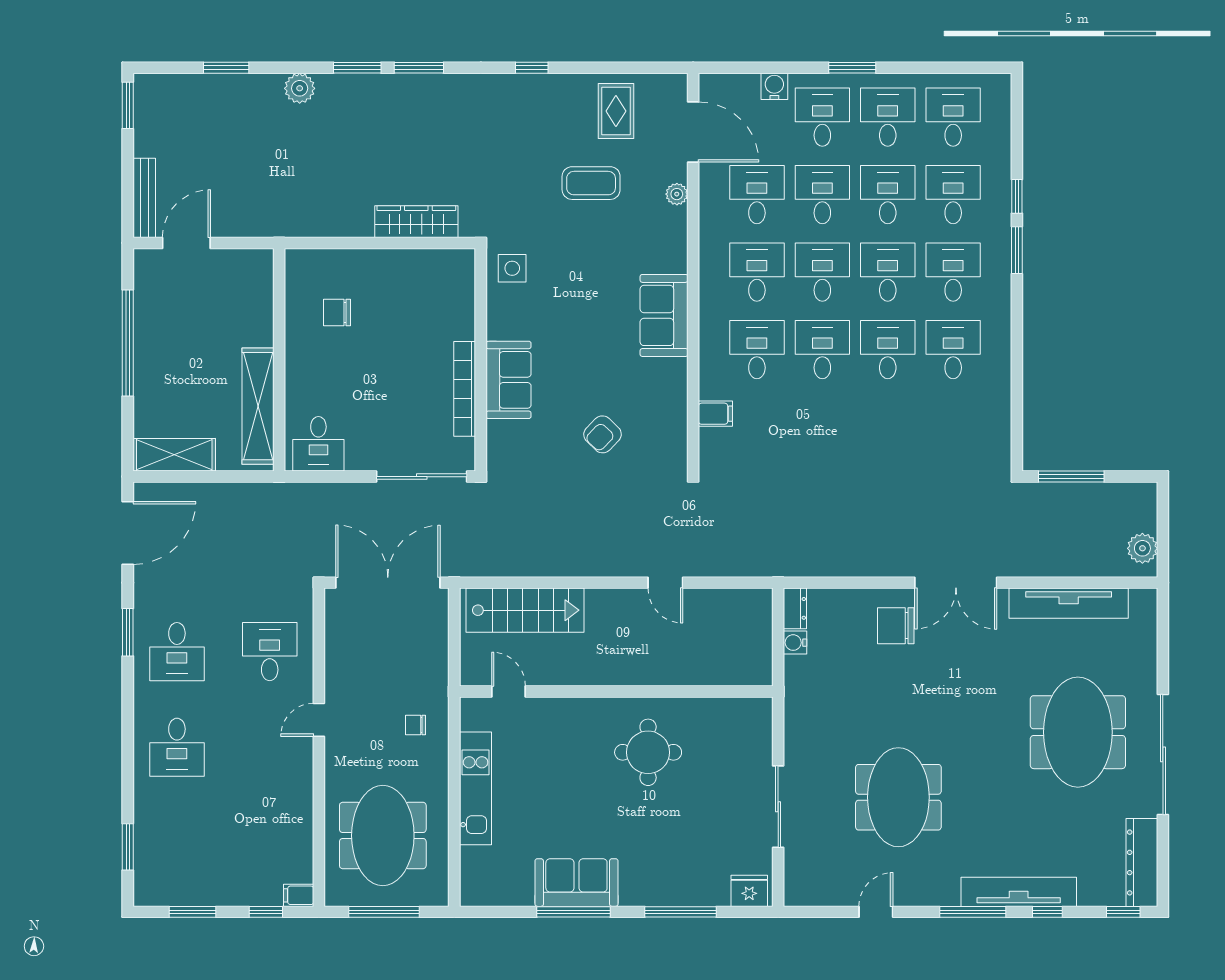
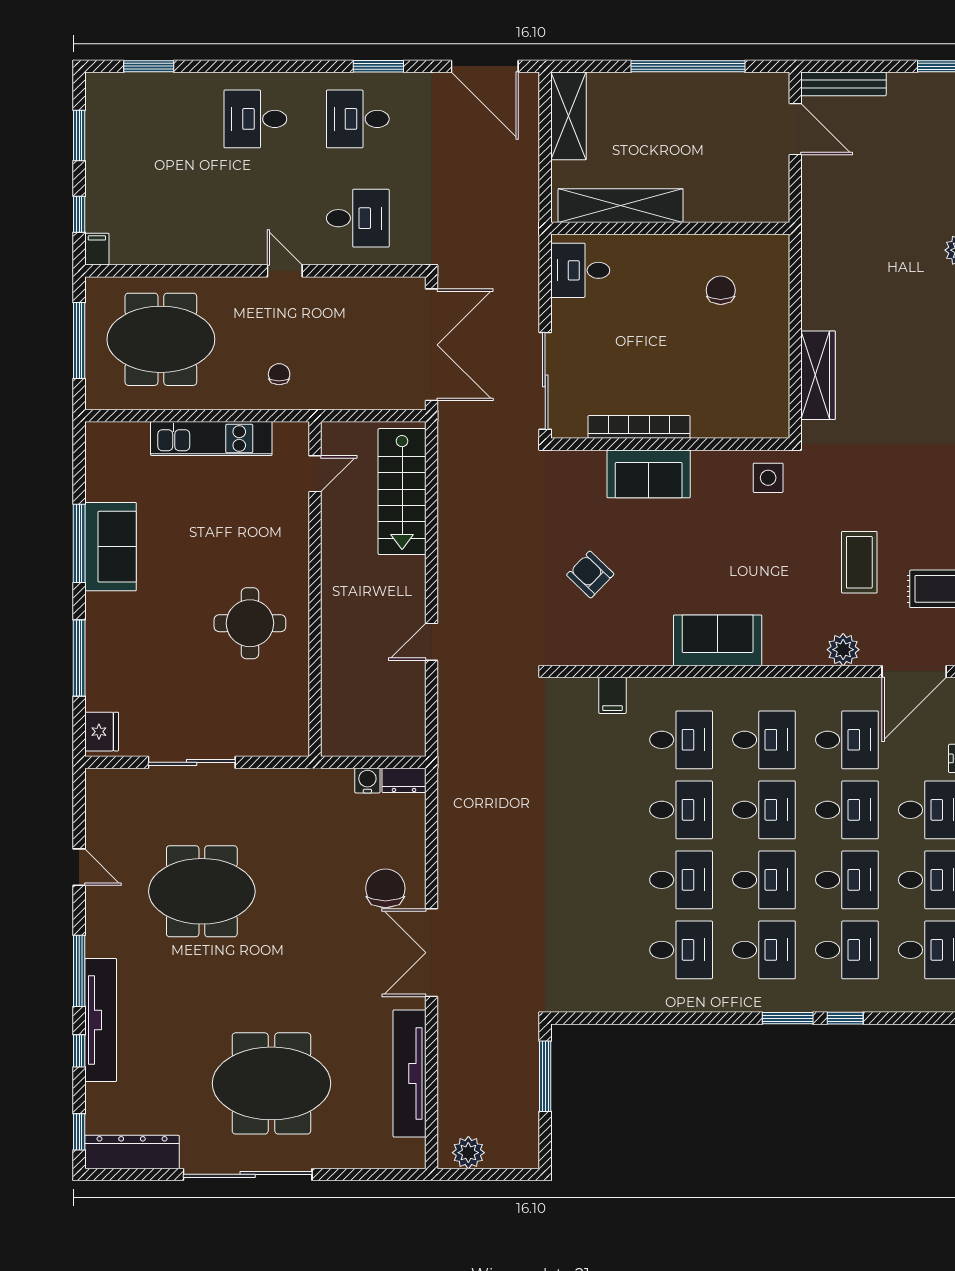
plant: (677, 194) -> (843, 650), width x1.38, depth x1.38

